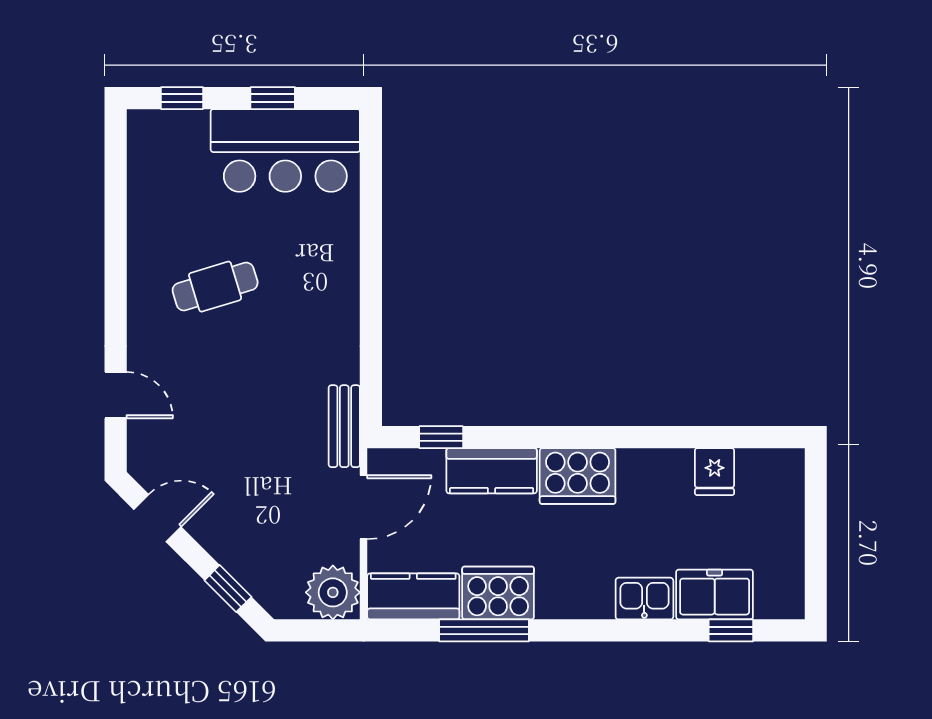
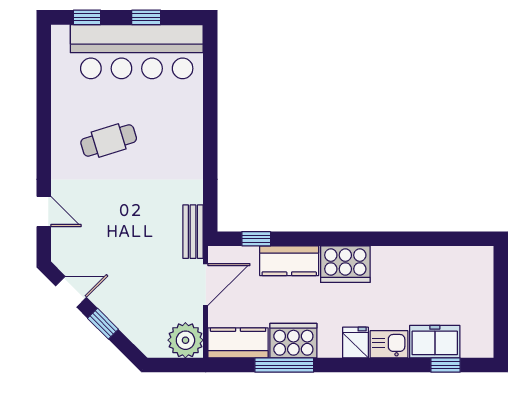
bar counter: (285, 150) -> (137, 52), width x1.36
fridge: (715, 472) -> (355, 343), moved, turned 180
window: (228, 589) -> (103, 324), moved

